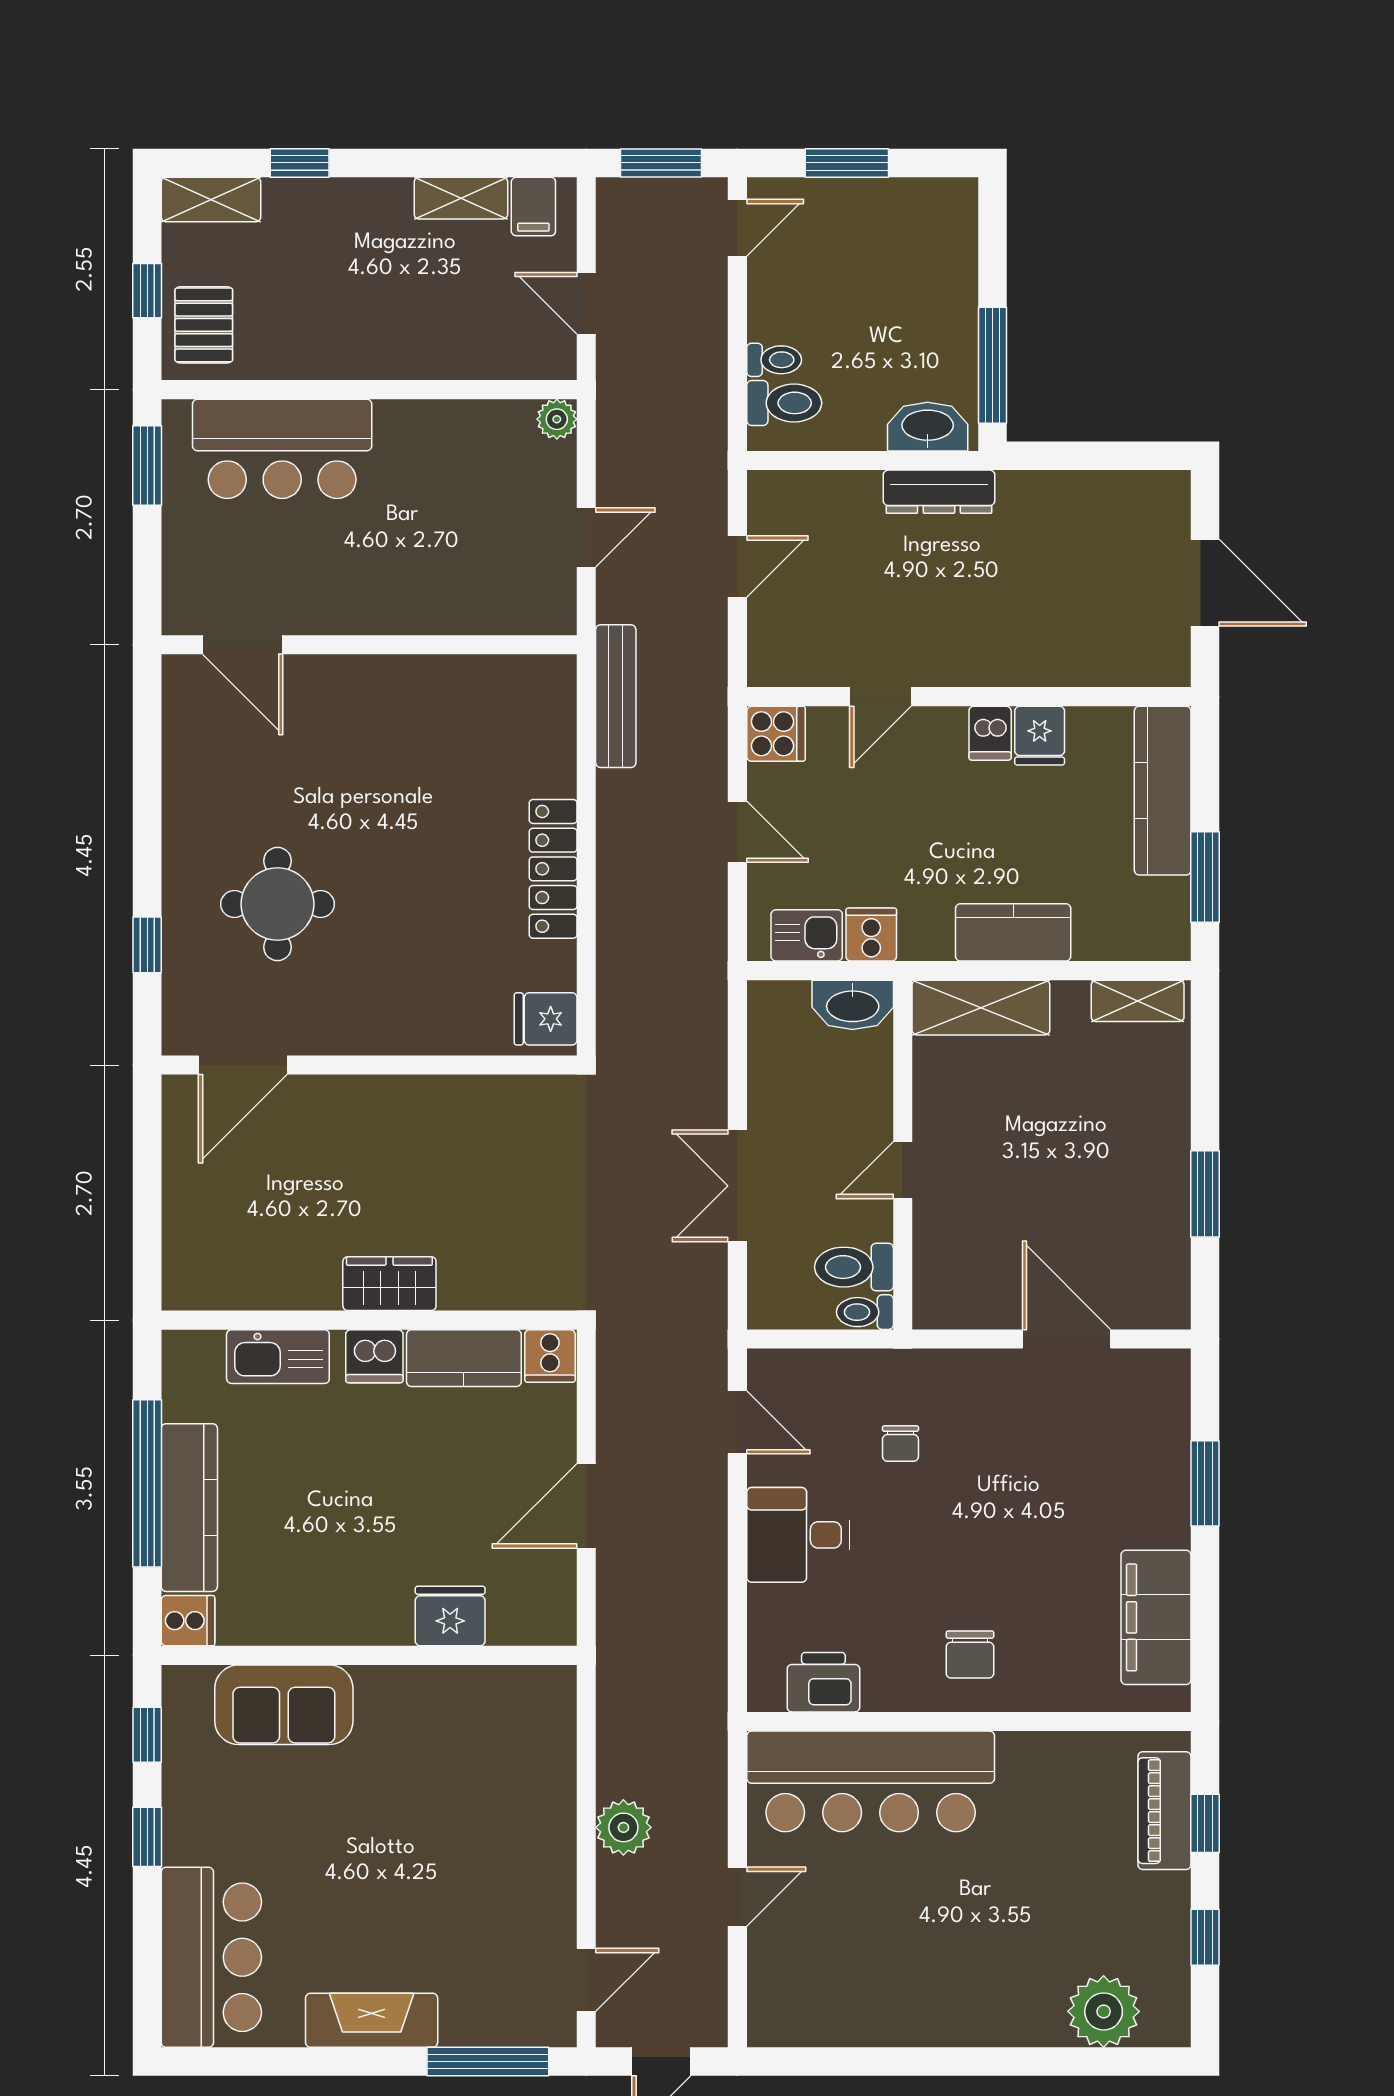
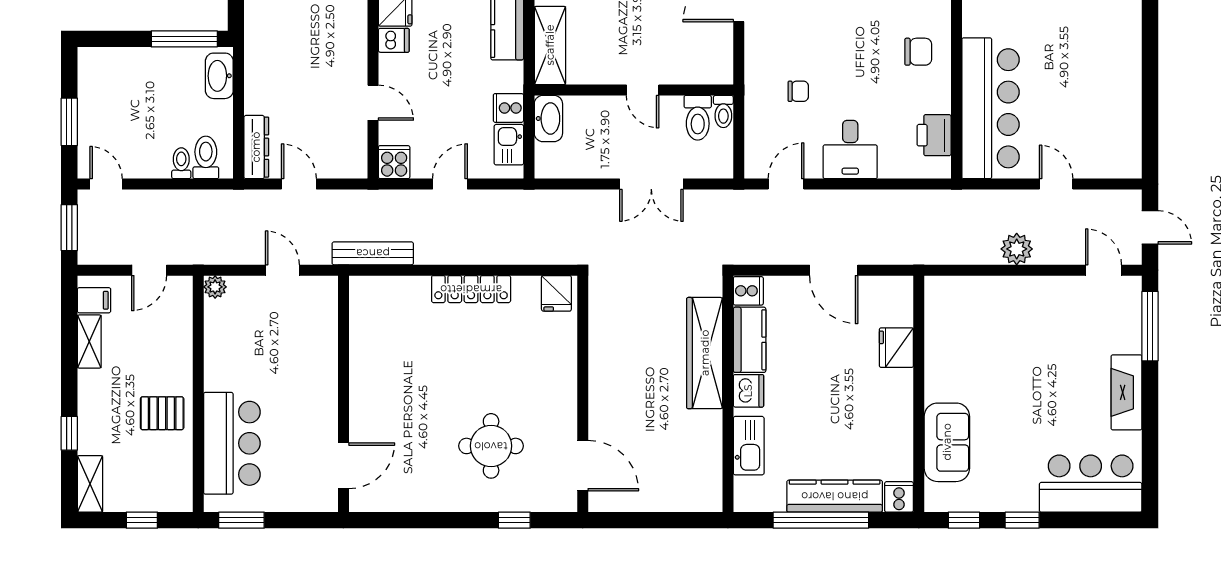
pallet: (204, 325) -> (162, 413), moved
dresser: (939, 492) -> (256, 147), moved
wardrobe: (389, 1284) -> (705, 353), width x2.10, depth x1.17

